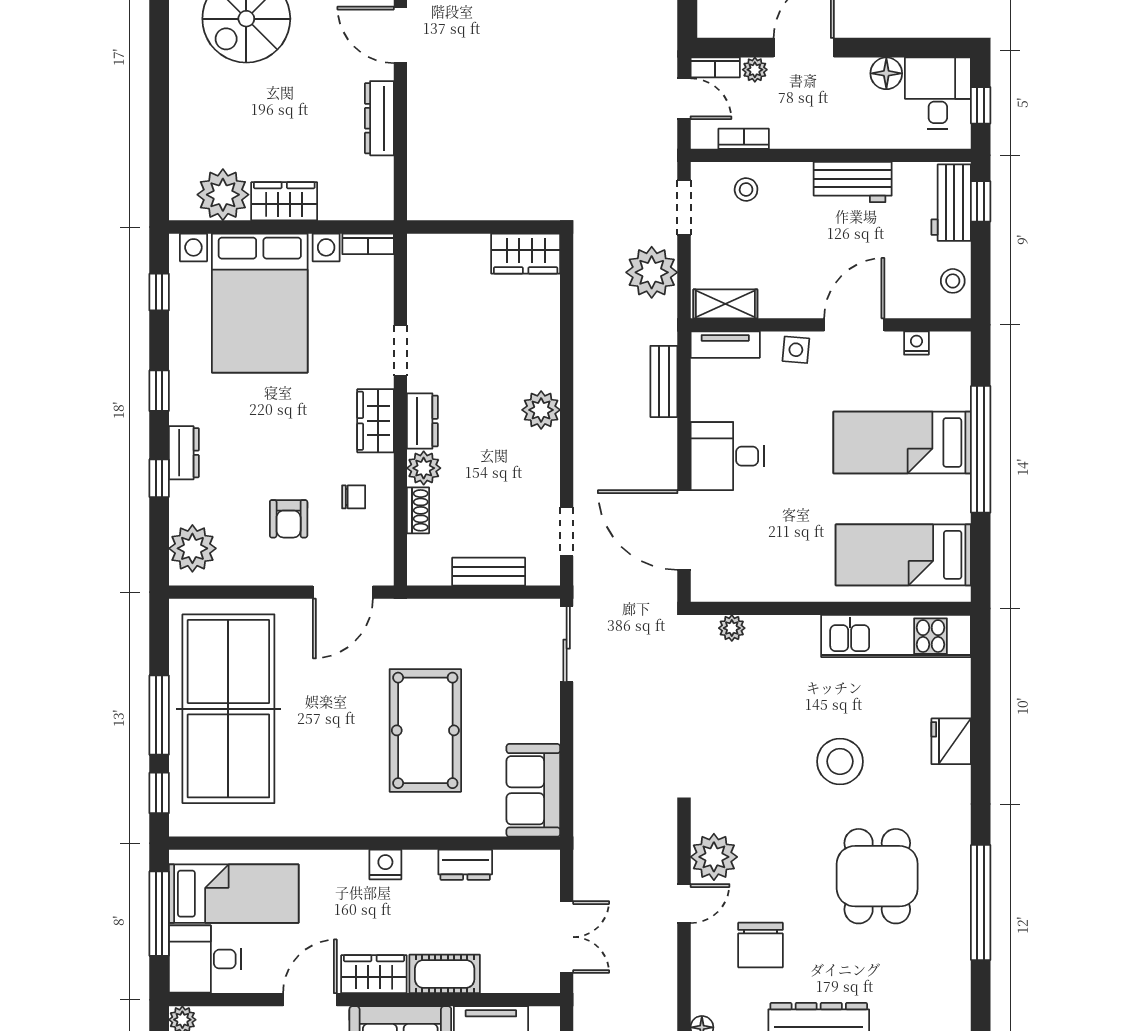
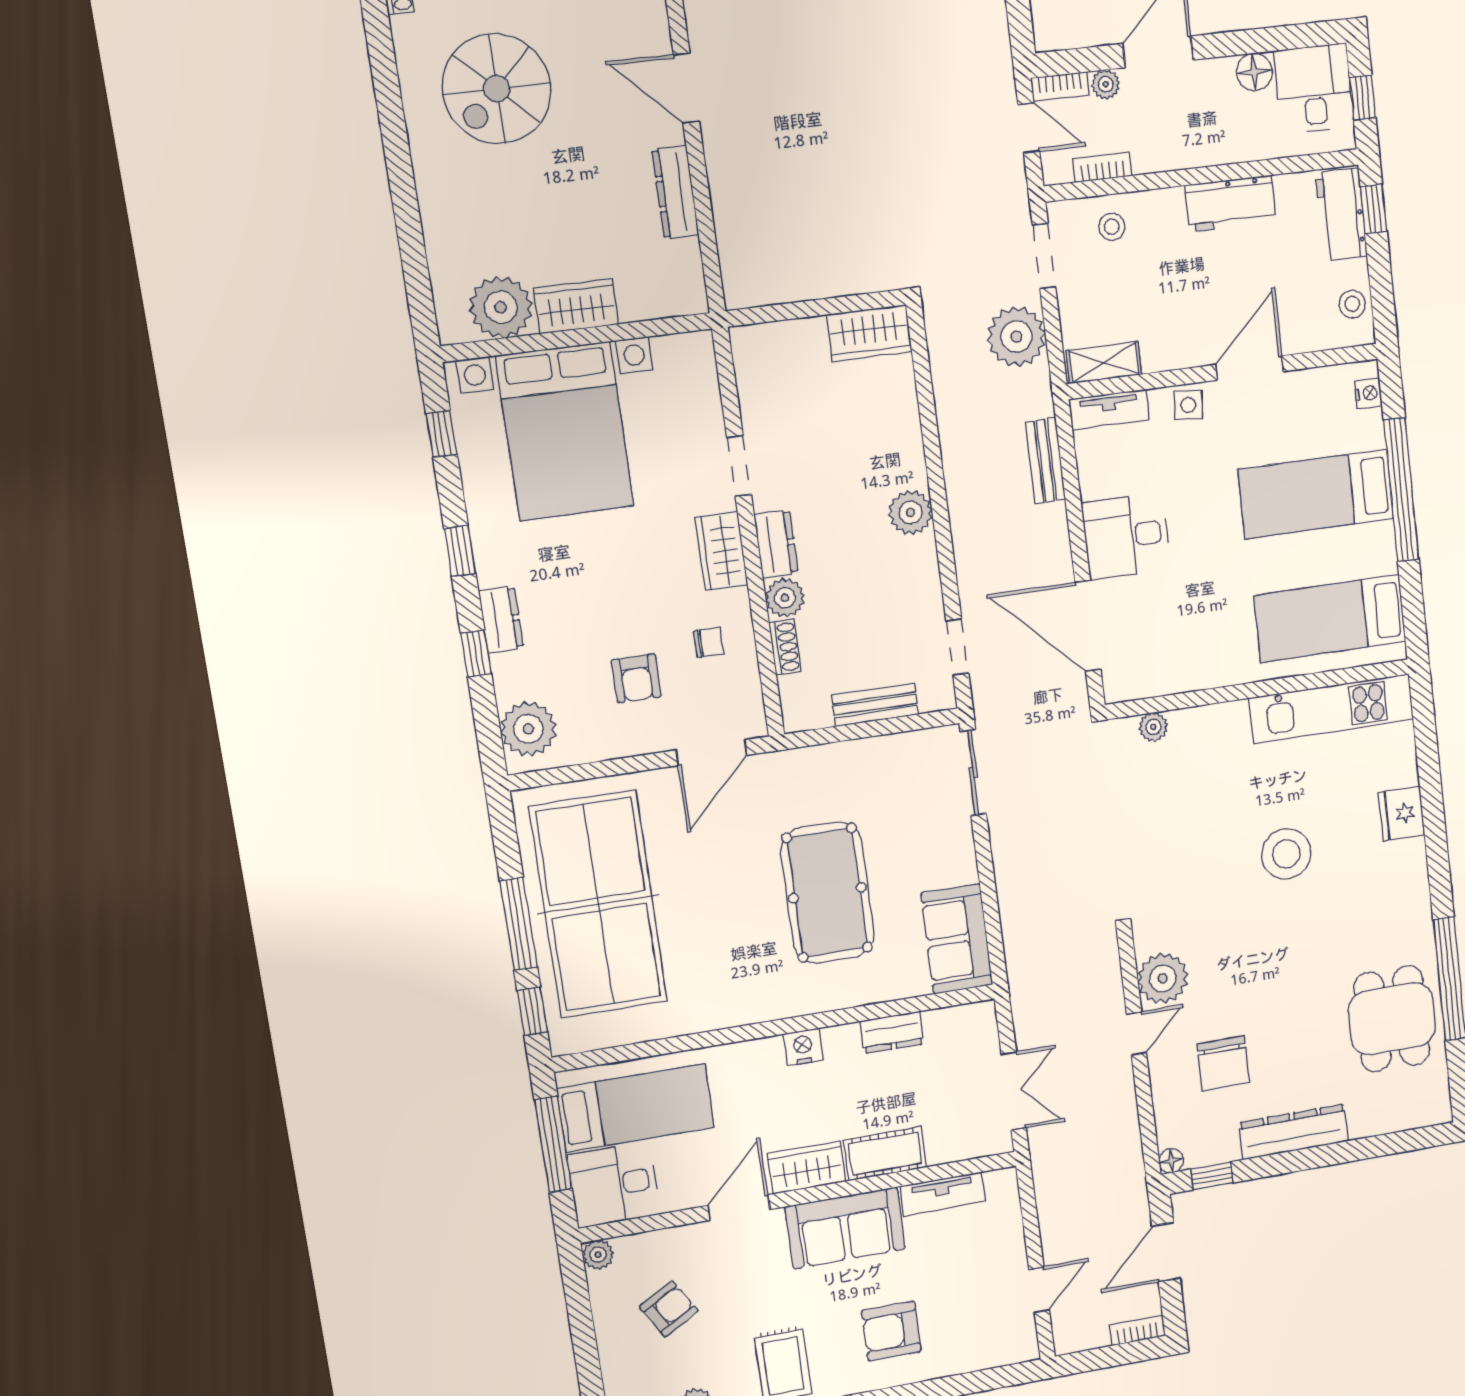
bookcase: (368, 244) -> (683, 345), removed
nightstand: (916, 343) -> (1368, 393), moved, turned 90
dining table: (877, 876) -> (1392, 1019), moved

